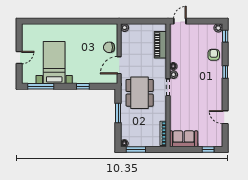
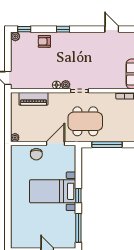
bed with nightstands: (54, 63) -> (53, 191), moved
door: (119, 65) -> (55, 143), swing flipped
window: (83, 86) -> (78, 196), moved
window: (118, 113) -> (107, 145), width x1.44
door: (225, 117) -> (112, 29), swing flipped

